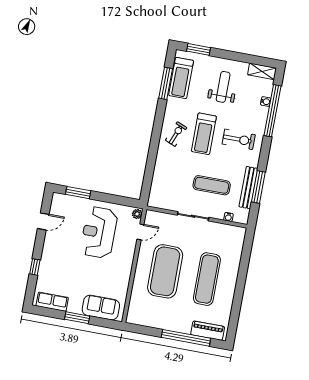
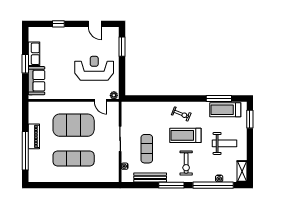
window: (258, 187) -> (171, 185), moved
row of seats: (52, 302) -> (34, 54), moved
piano: (208, 331) -> (34, 136), moved

